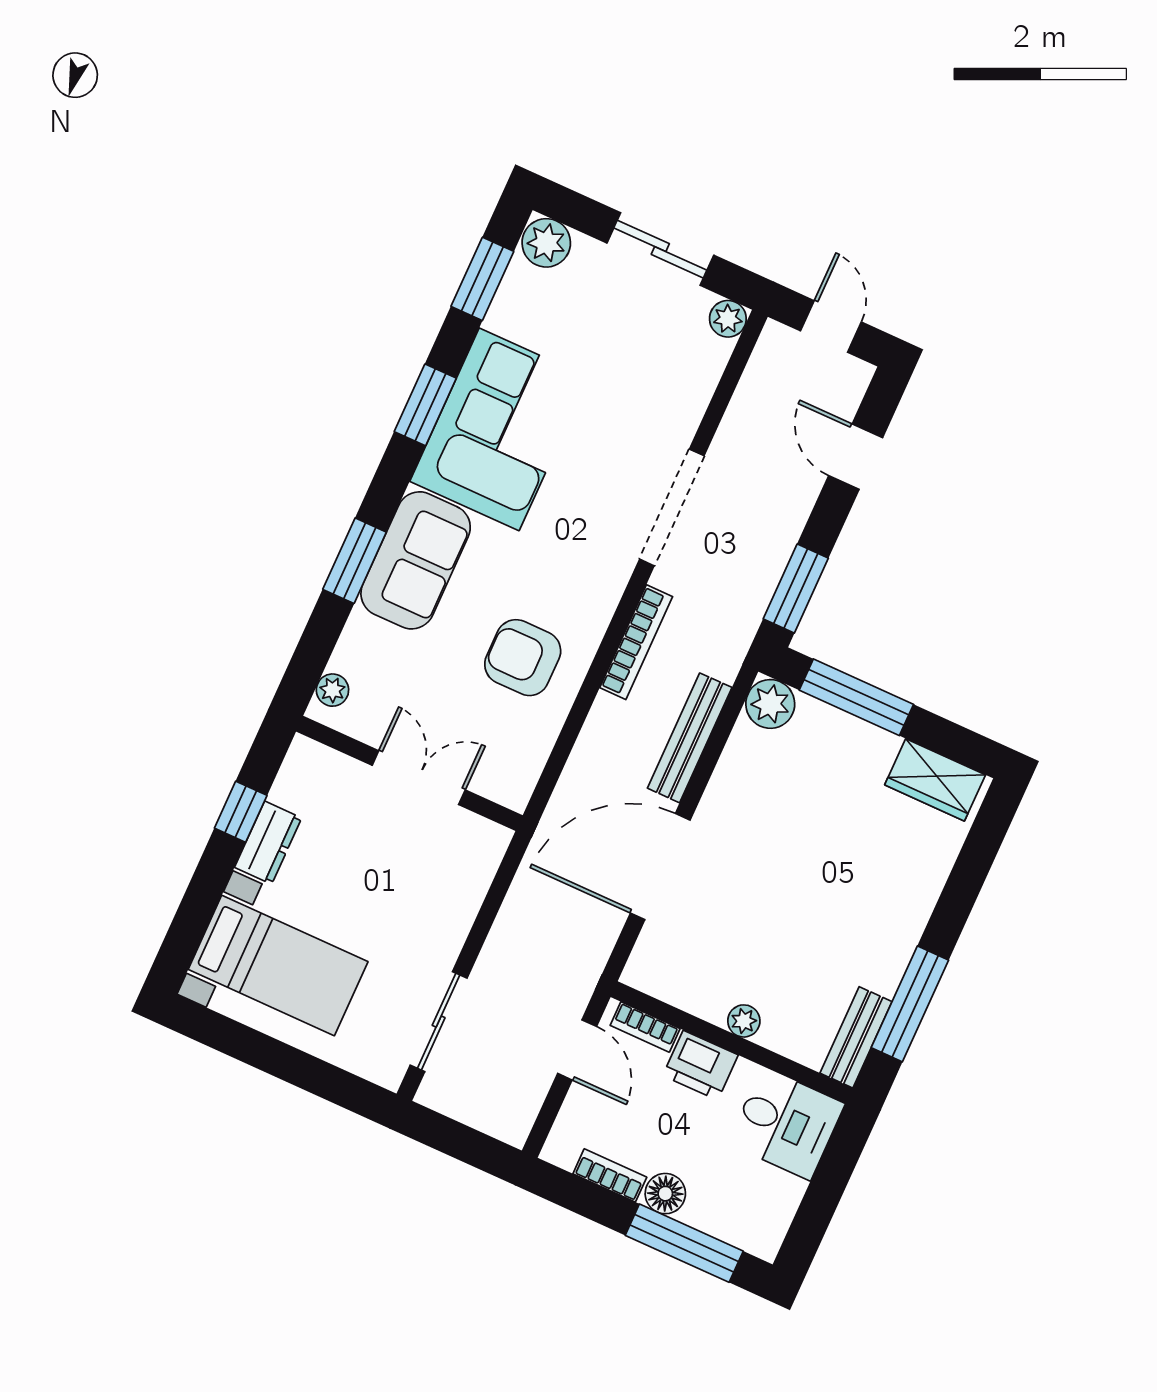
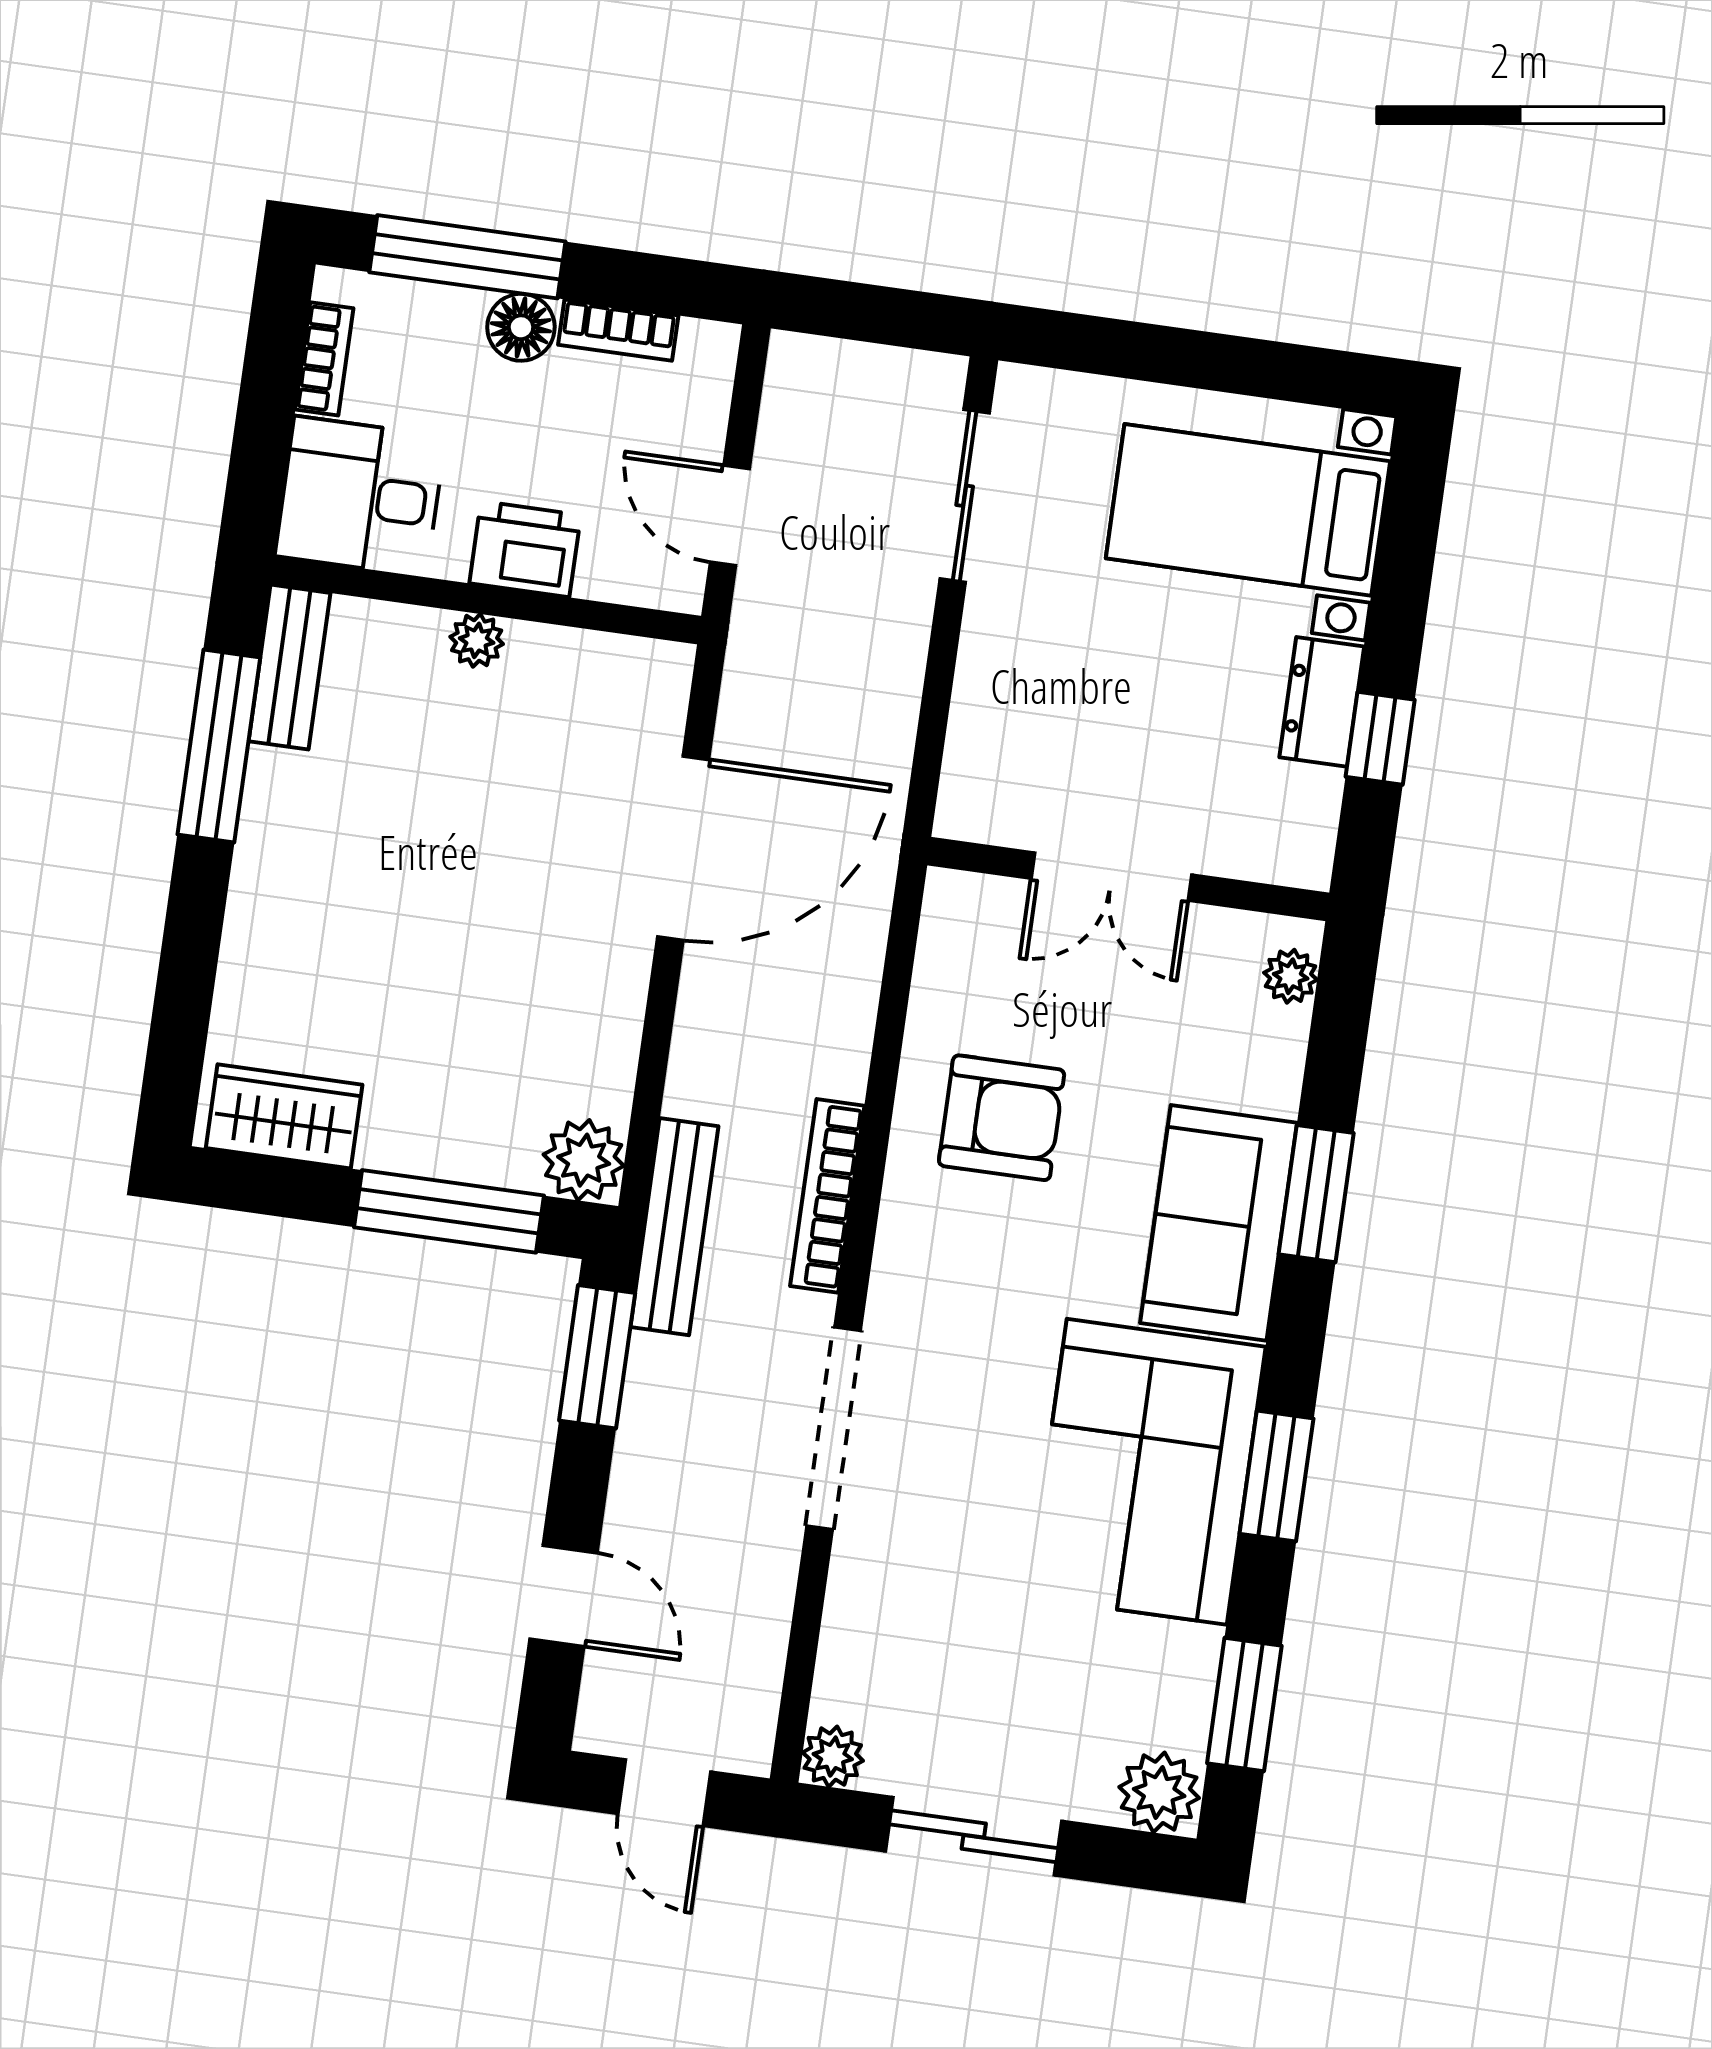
bench: (690, 738) -> (674, 1227), moved
bookcase: (645, 1027) -> (324, 359), moved, turned 90

